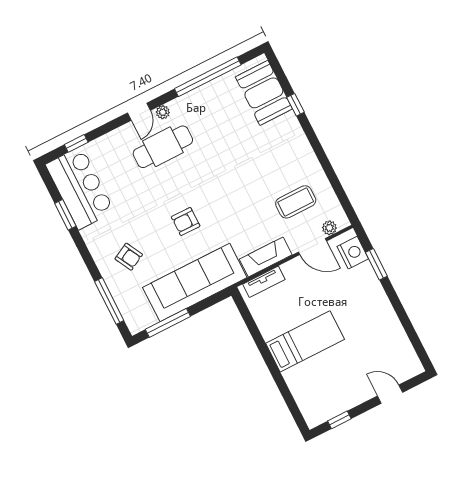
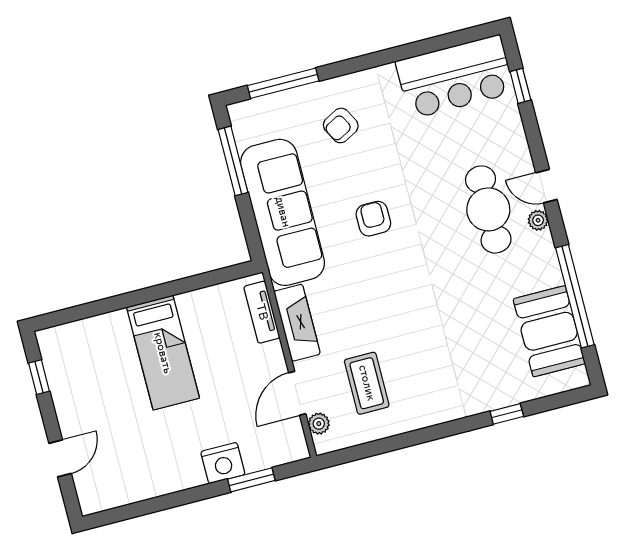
booth: (264, 93) -> (549, 331), moved, turned 90
window: (65, 215) -> (421, 48), removed
nightstand: (353, 253) -> (223, 463), moved

